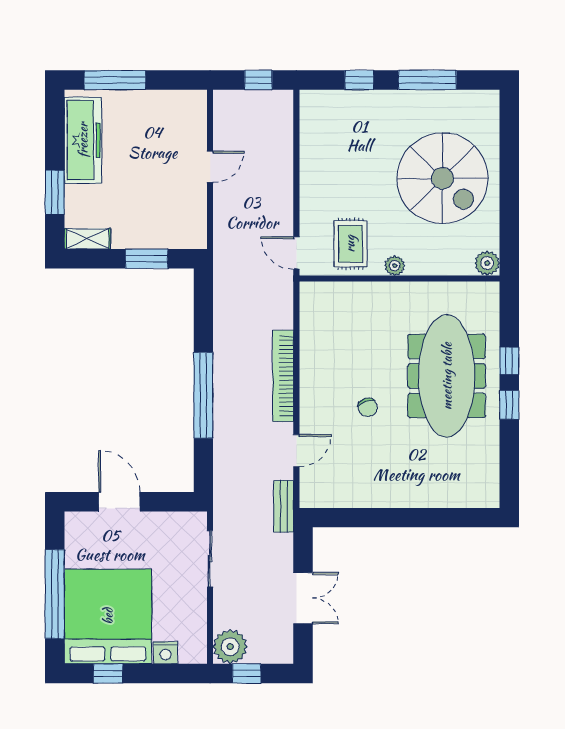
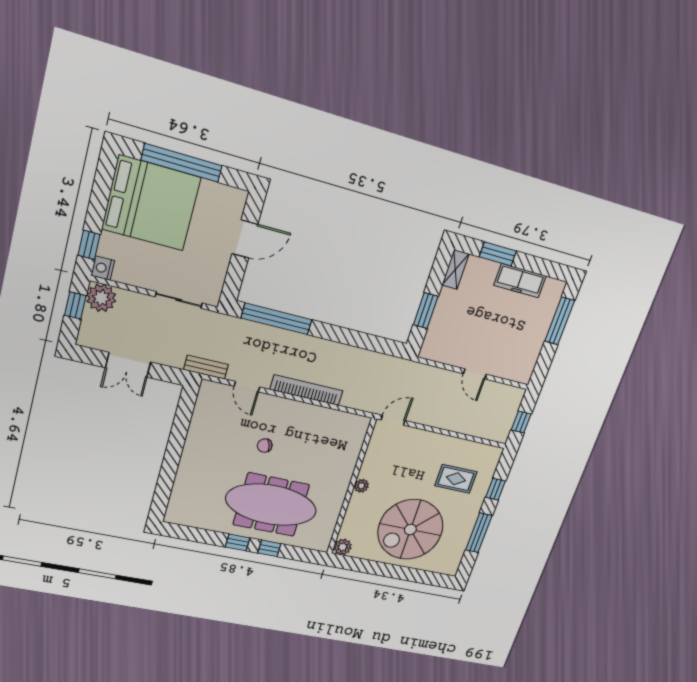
freezer: (83, 140) -> (520, 281), width x0.73, depth x0.79
rug: (350, 244) -> (456, 479), moved
window: (203, 395) -> (277, 319), moved
nightstand: (166, 653) -> (103, 268), moved
window: (108, 673) -> (89, 245), moved

